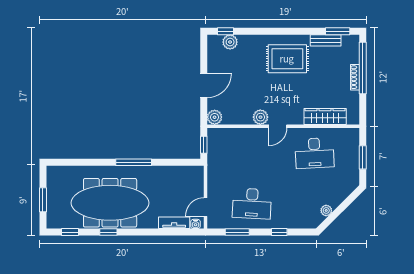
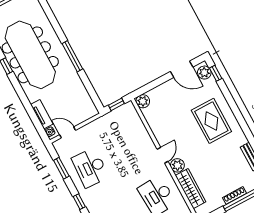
plant: (230, 42) -> (204, 73), moved
rug: (287, 59) -> (211, 121), moved
door: (204, 85) -> (182, 69), moved
plant: (260, 117) -> (177, 165), moved
door: (278, 126) -> (163, 155), swing flipped

